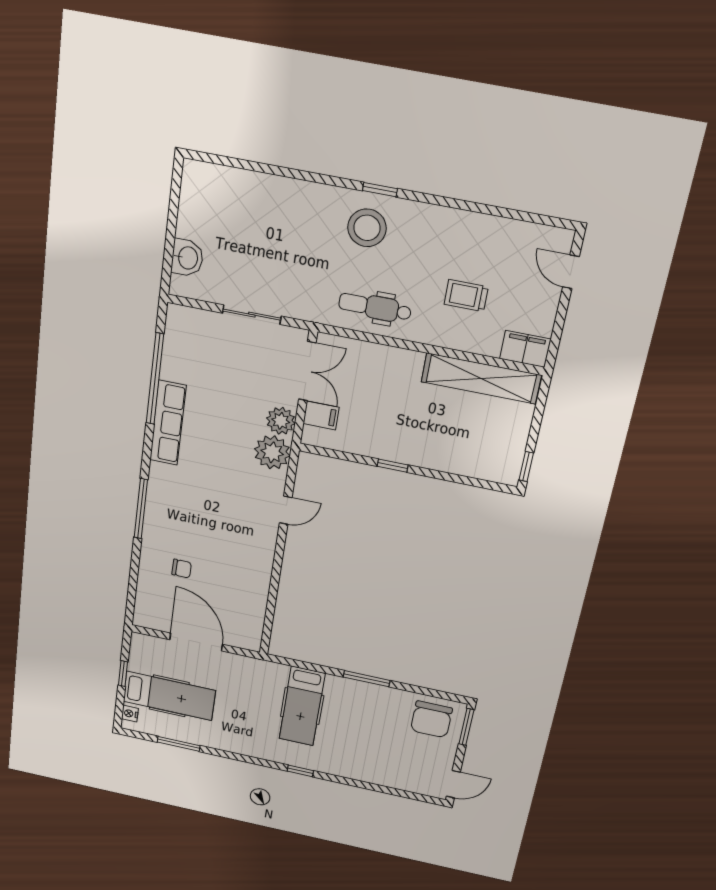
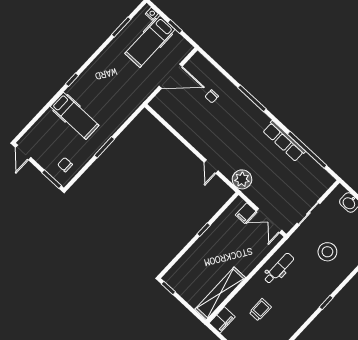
stool: (367, 228) -> (327, 252), moved
plant: (281, 421) -> (254, 193), removed
hospital bed: (302, 706) -> (75, 116), moved, turned 180
chair: (431, 719) -> (65, 165), width x0.54, depth x0.54

